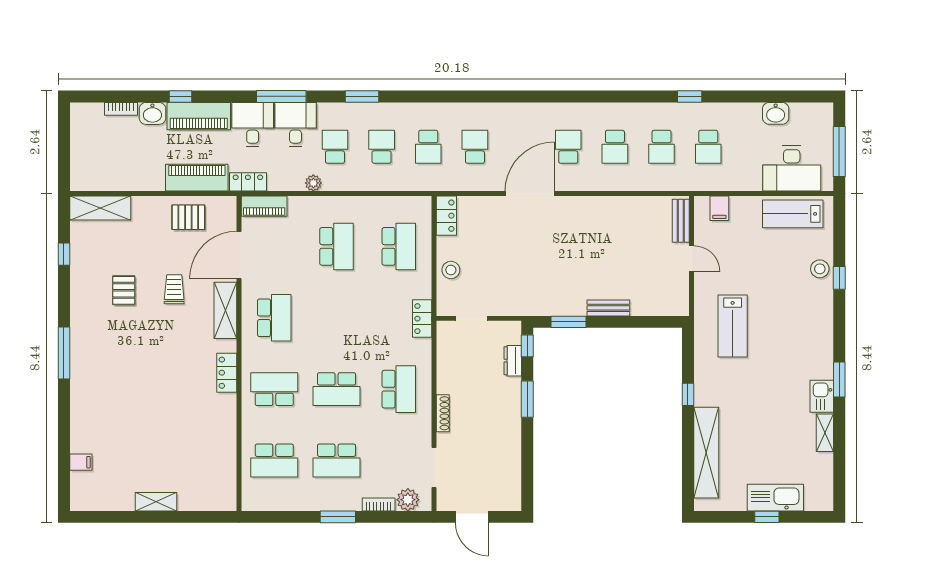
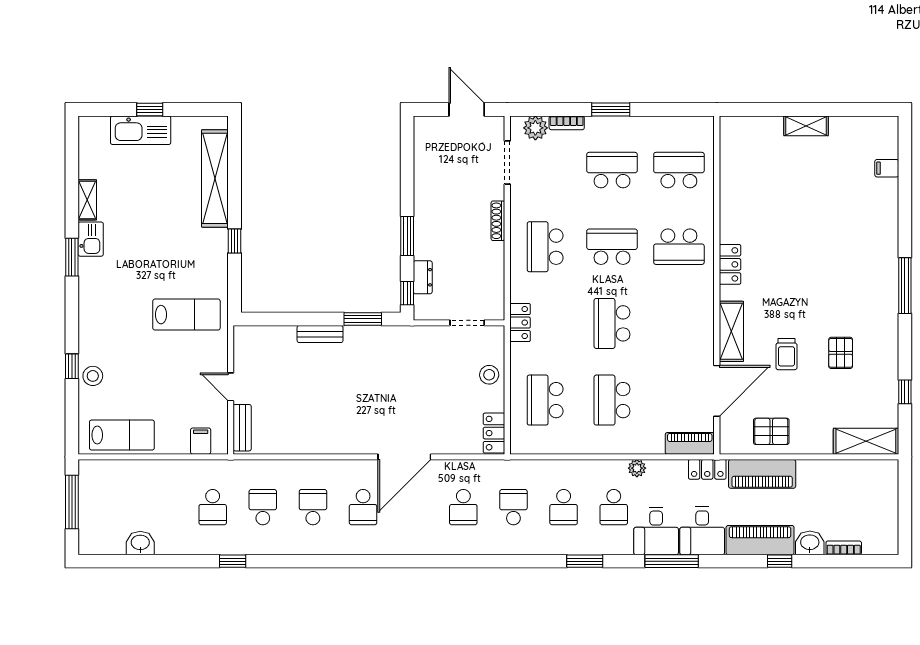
school desk: (708, 147) -> (213, 507), turned 180
desk: (792, 169) -> (123, 484), removed
school desk: (274, 318) -> (612, 323), moved
lab bench: (733, 326) -> (186, 315), turned 90

